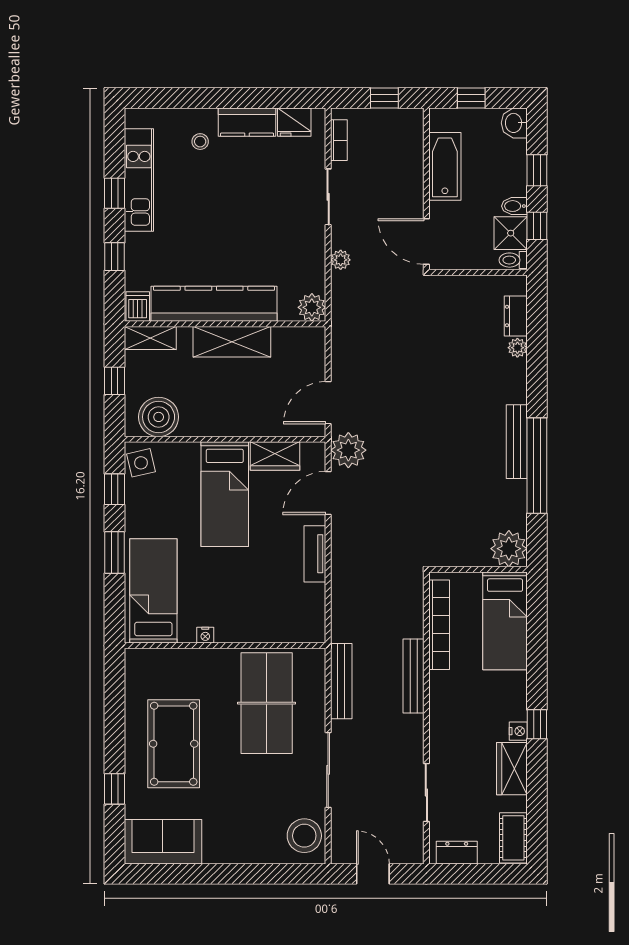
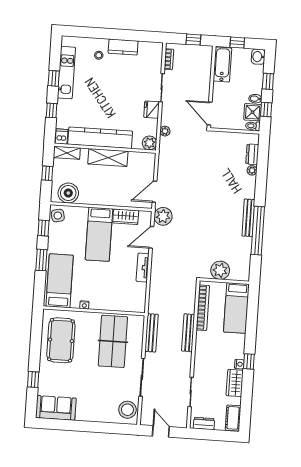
fridge: (294, 122) -> (152, 110), moved, turned 90
bathtub: (445, 166) -> (222, 65), moved
plant: (341, 260) -> (165, 131), moved
plant: (509, 549) -> (220, 270), moved
pool table: (174, 744) -> (61, 340), moved

